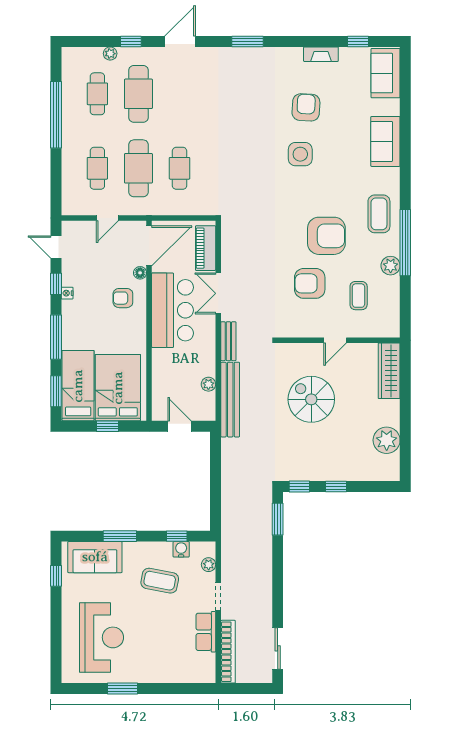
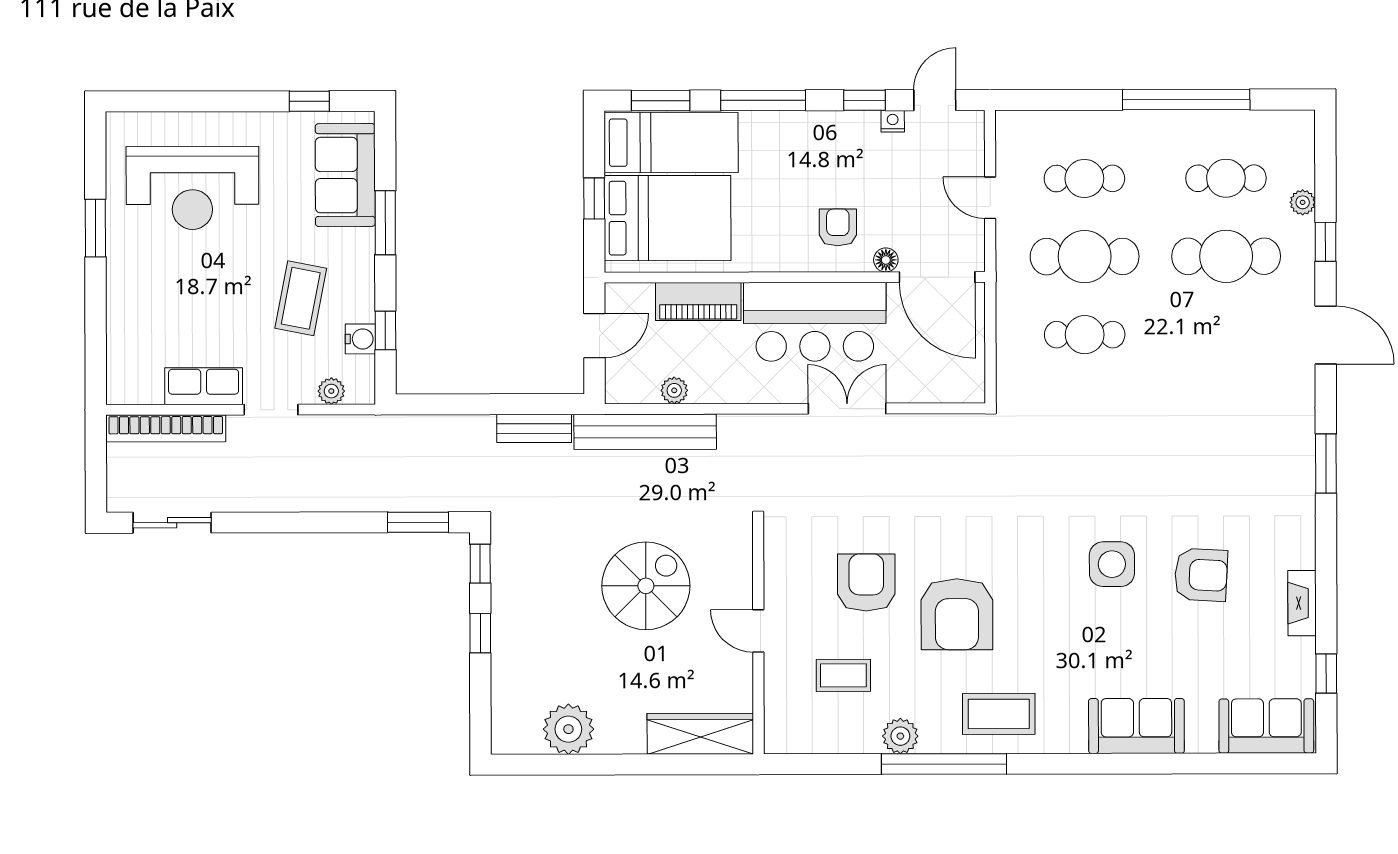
piano: (206, 248) -> (698, 302), moved, turned 180
nightstand: (67, 293) -> (893, 121), moved
bench: (228, 341) -> (534, 428), moved

